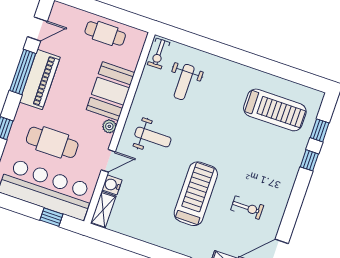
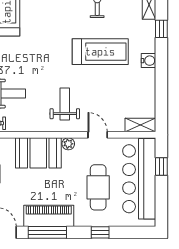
water cooler: (112, 185) -> (149, 61), moved, turned -90
treadmill: (196, 194) -> (100, 52), turned 180

